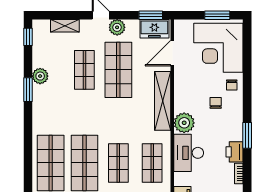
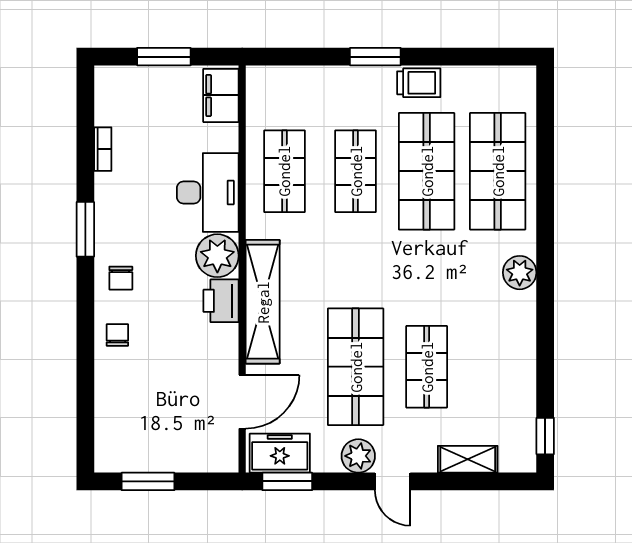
corner desk: (218, 48) -> (146, 413), removed
plant: (40, 76) -> (520, 273), moved
window: (28, 90) -> (545, 325), removed
chair: (216, 103) -> (121, 278), moved
printer: (234, 152) -> (221, 301), moved, turned 180

